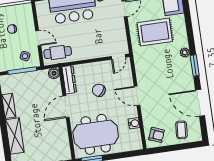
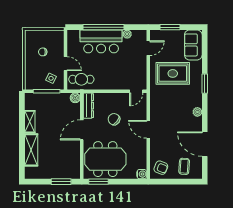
plant: (185, 53) -> (197, 112), moved
window: (195, 66) -> (205, 84), moved
water cooler: (134, 123) -> (142, 174), moved

